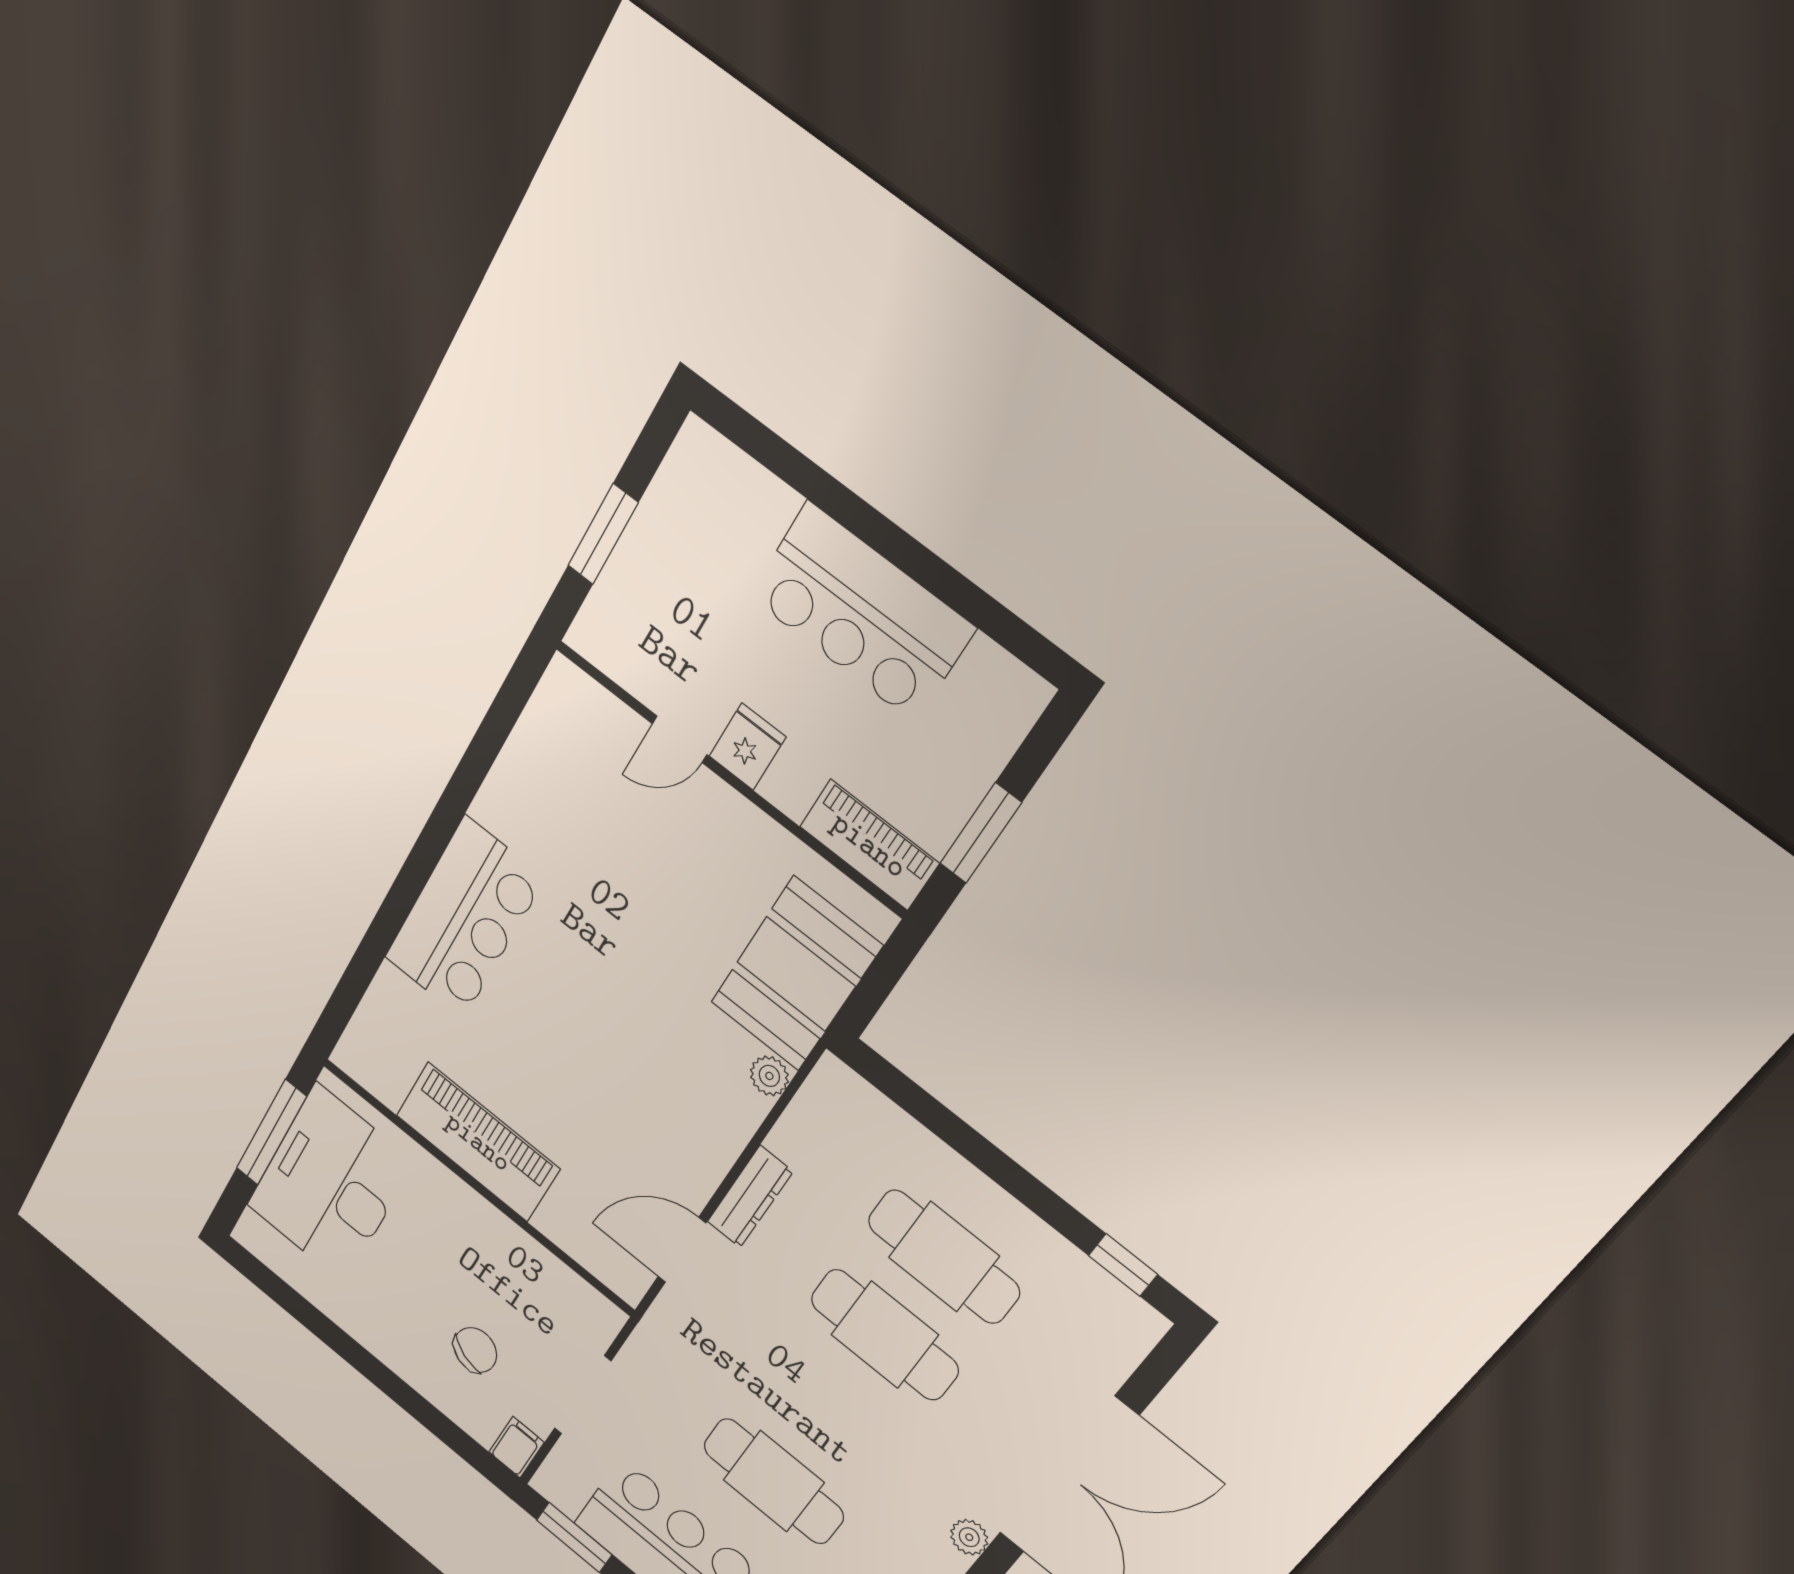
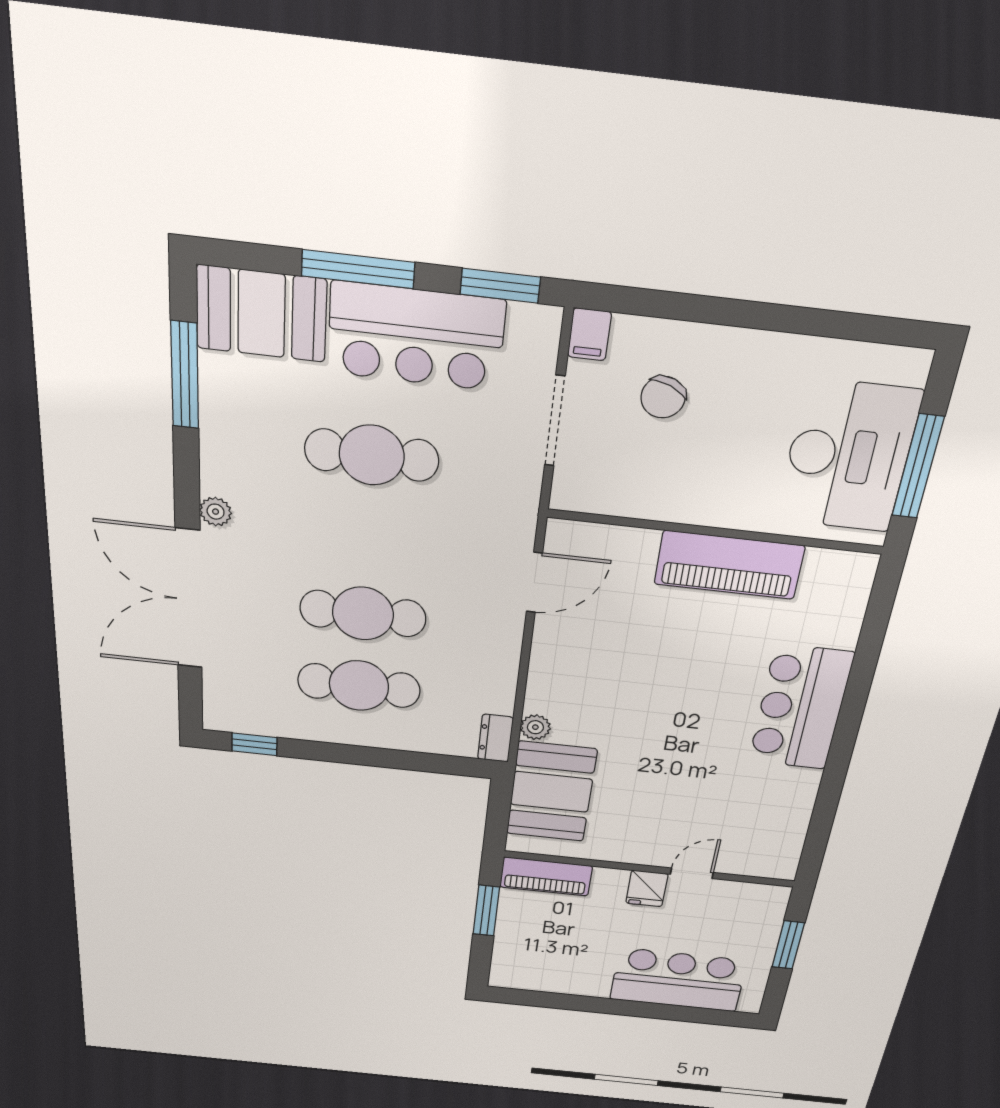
bar counter: (861, 612) -> (678, 980), moved
dresser: (750, 1197) -> (495, 738), moved, width x0.70

